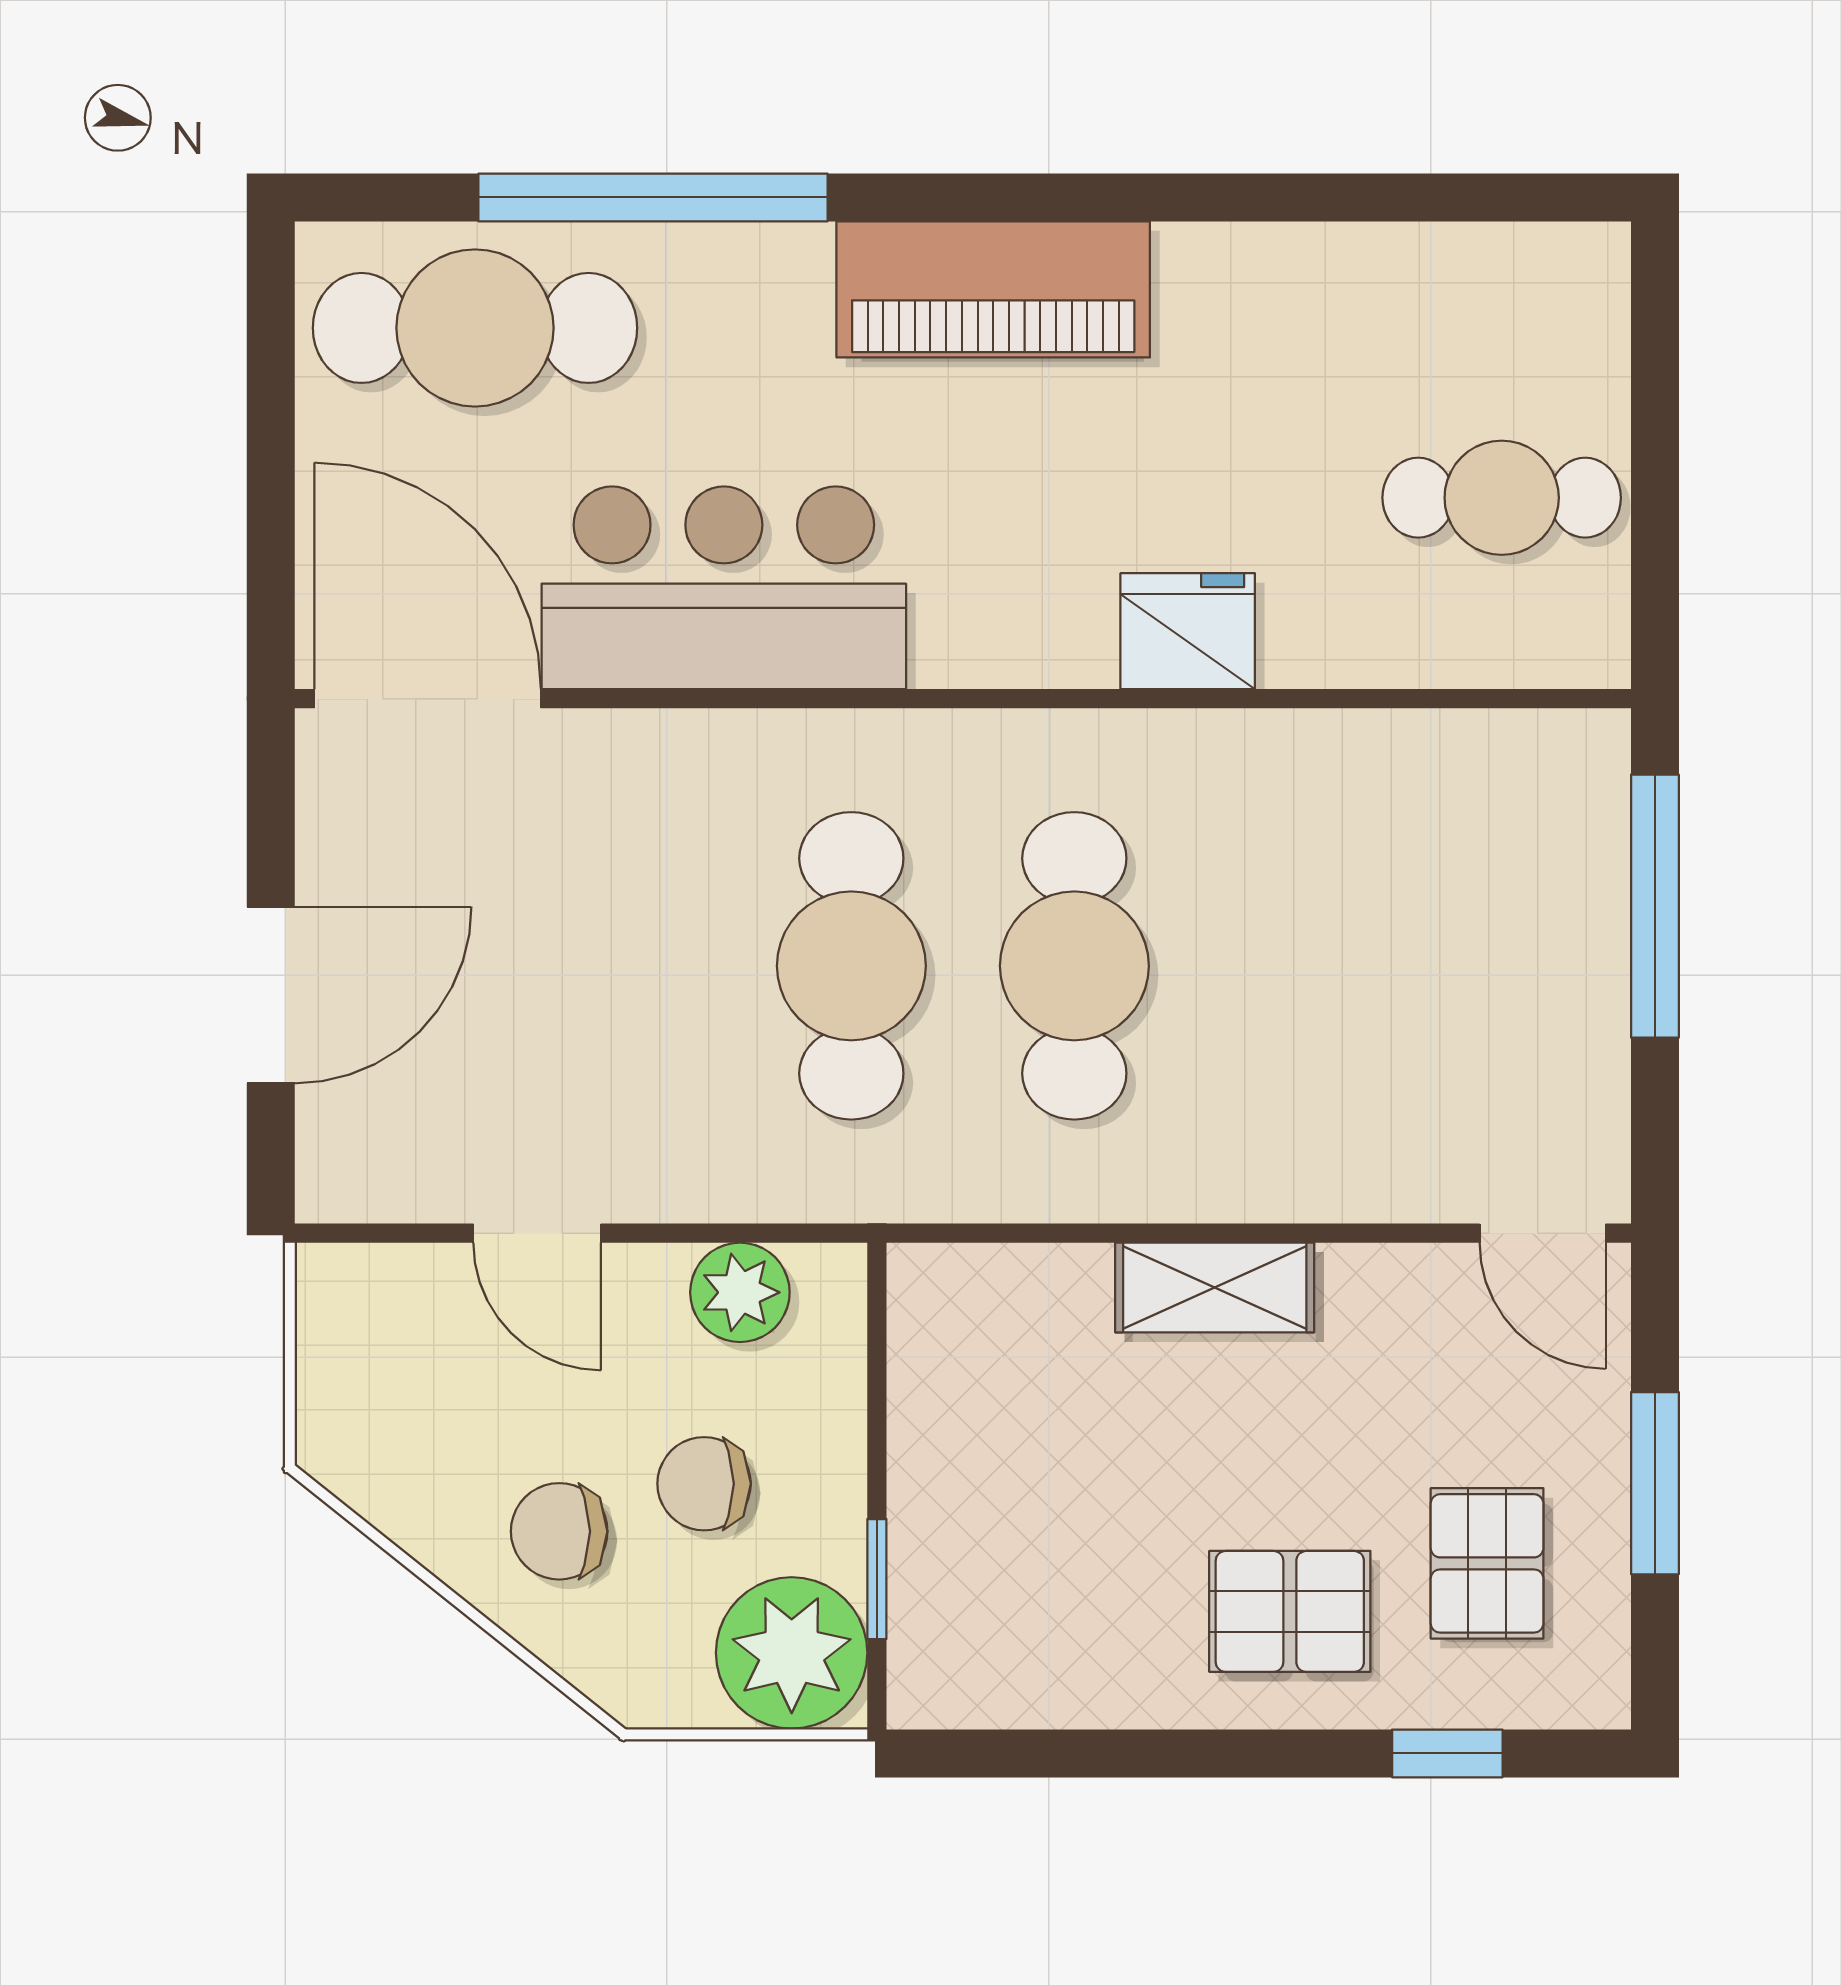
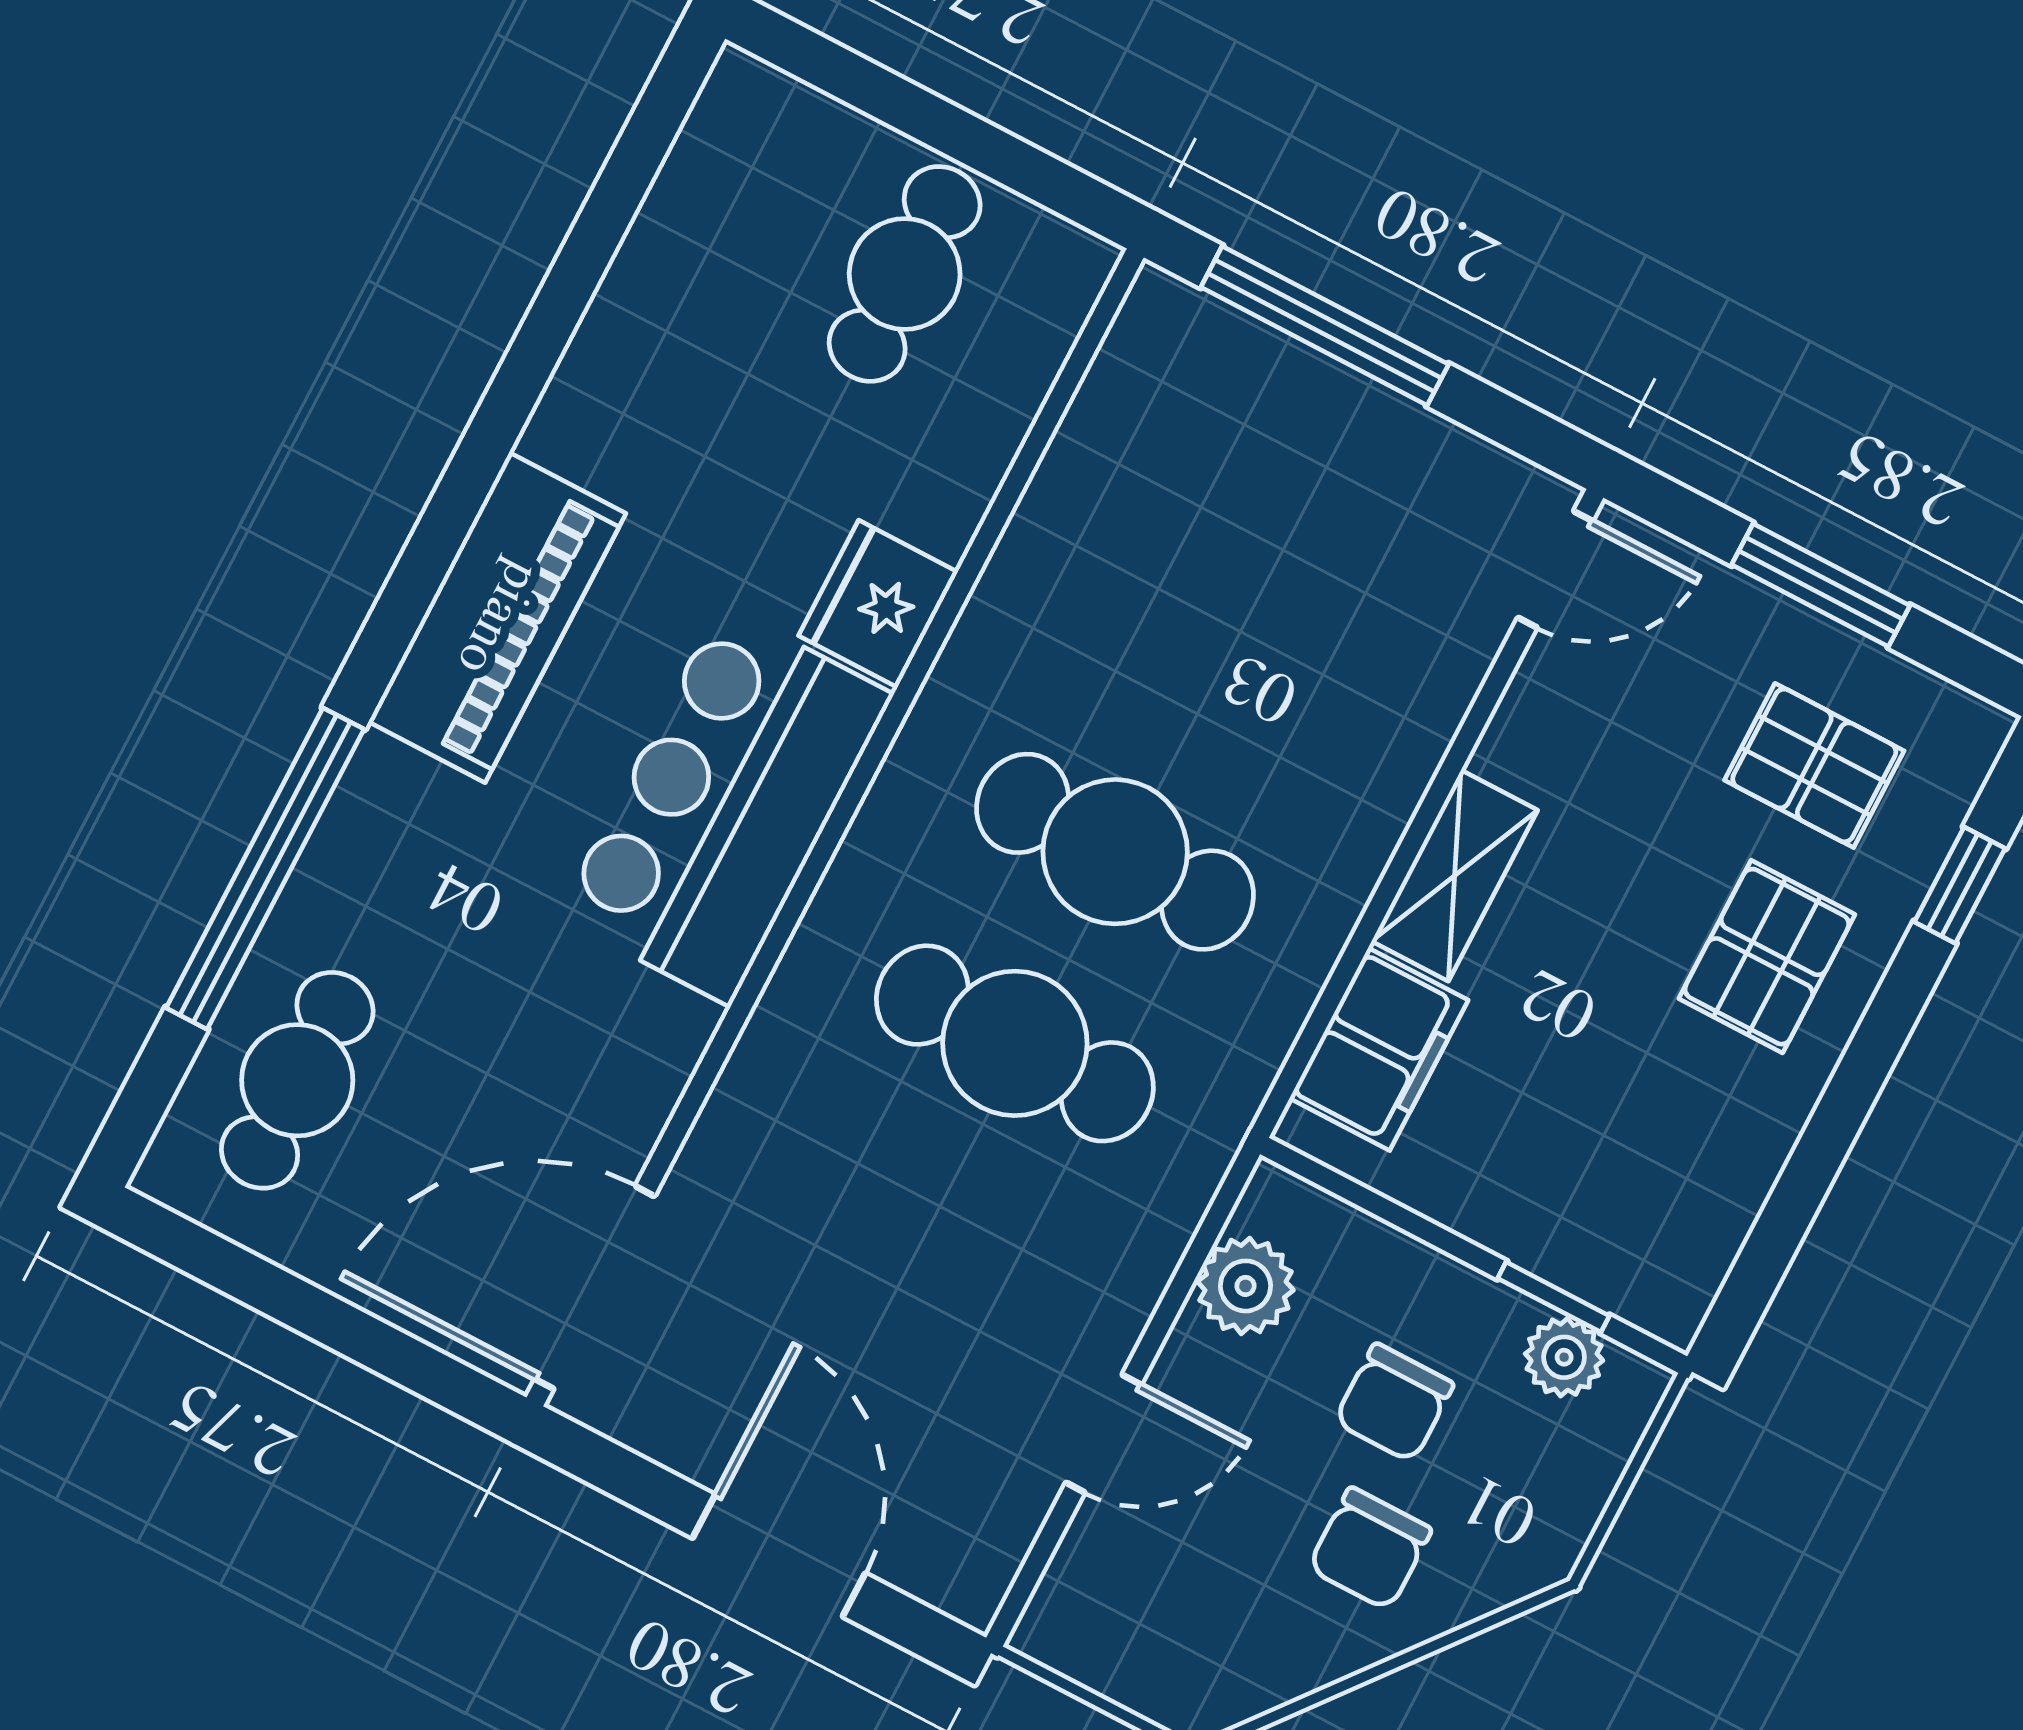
cafe table: (475, 328) -> (297, 1080), width x0.73, depth x0.74
bar counter: (724, 588) -> (725, 805), moved
filing cabinet: (1020, 1301) -> (1379, 1049), added
plant: (792, 1653) -> (1564, 1357), width x0.53, depth x0.53

